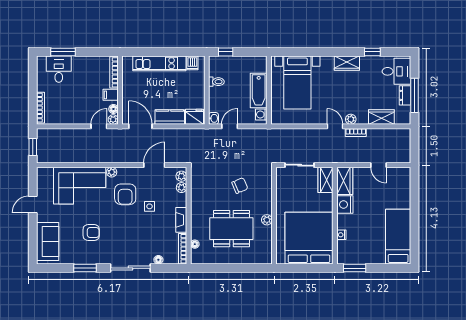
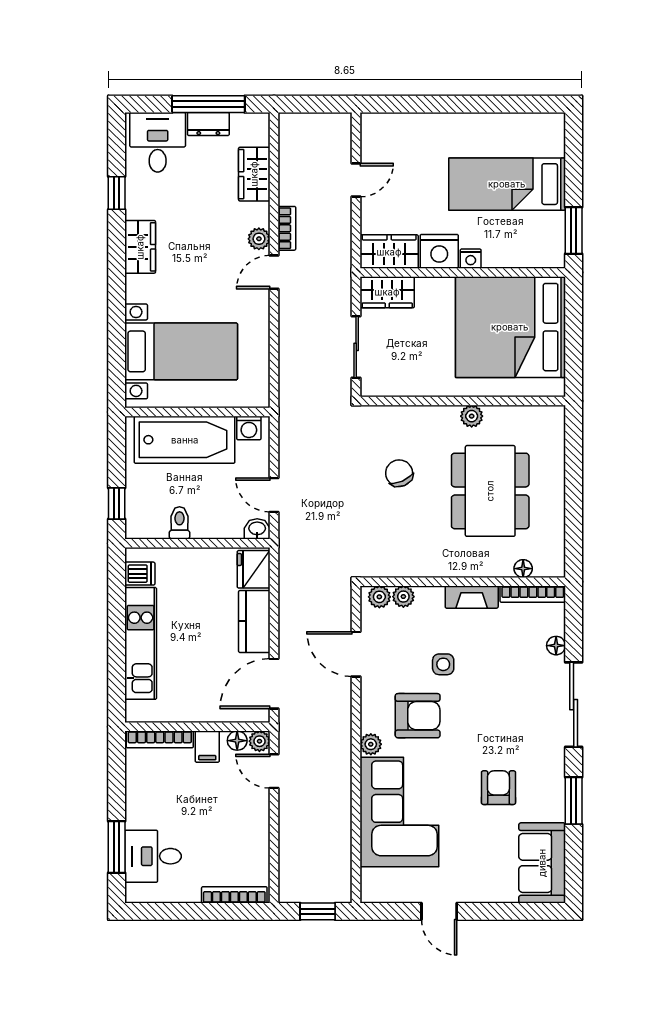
bathtub: (259, 90) -> (185, 440), width x1.36, depth x1.36
nightstand: (341, 235) -> (471, 259), moved
bed: (398, 237) -> (507, 184), moved
sofa: (48, 242) -> (542, 863), moved, turned -90

